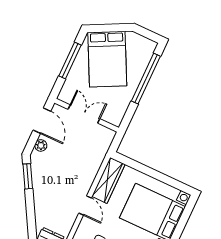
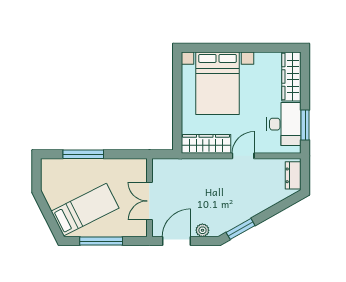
bed: (107, 59) -> (85, 210), width x0.67
window: (146, 79) -> (83, 154), width x0.68

